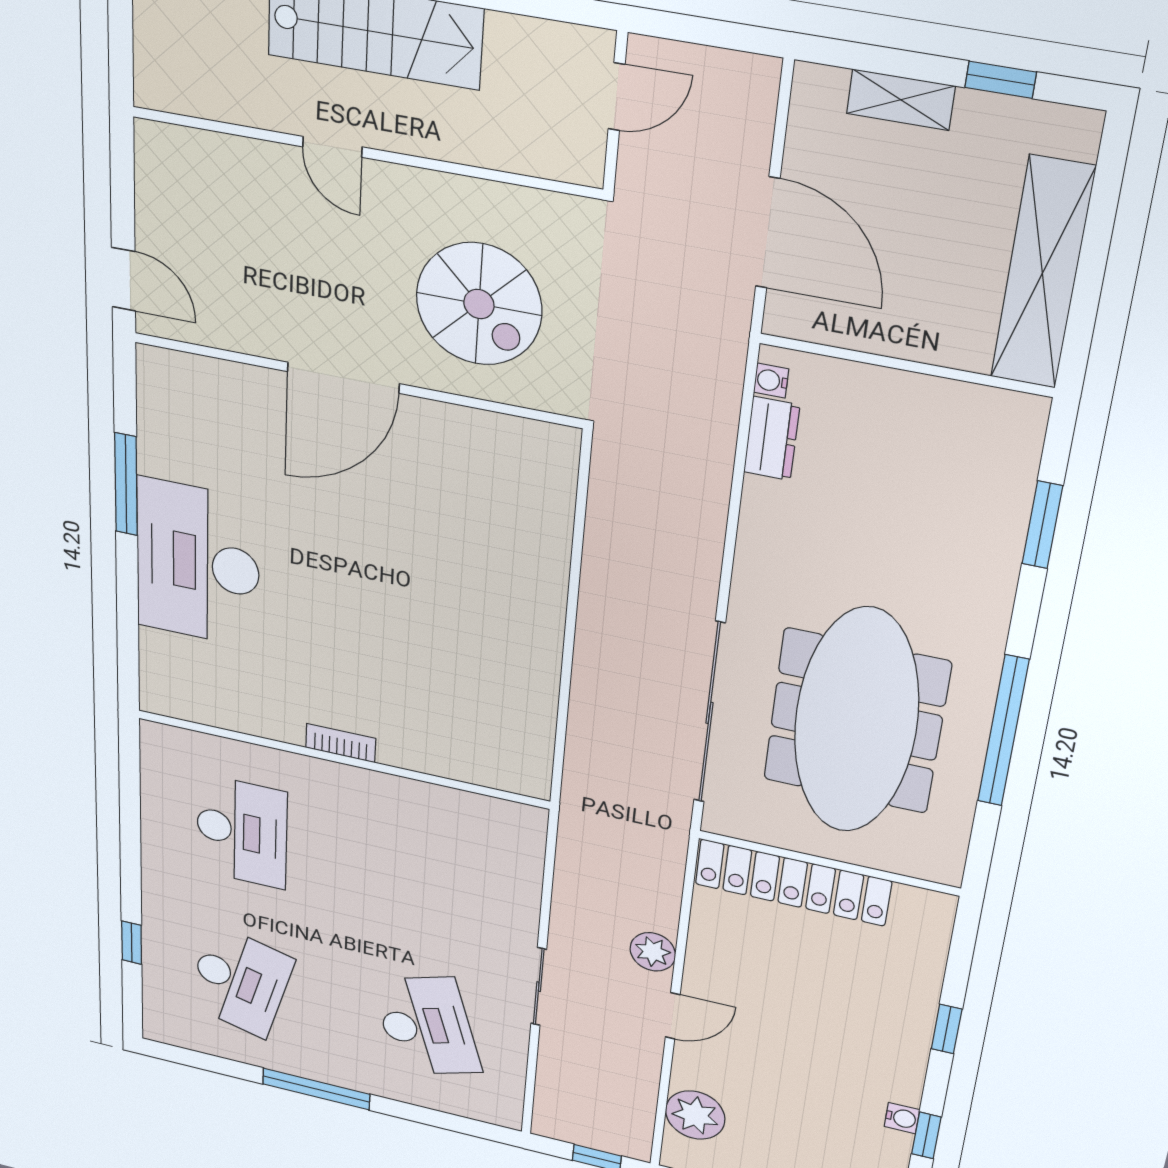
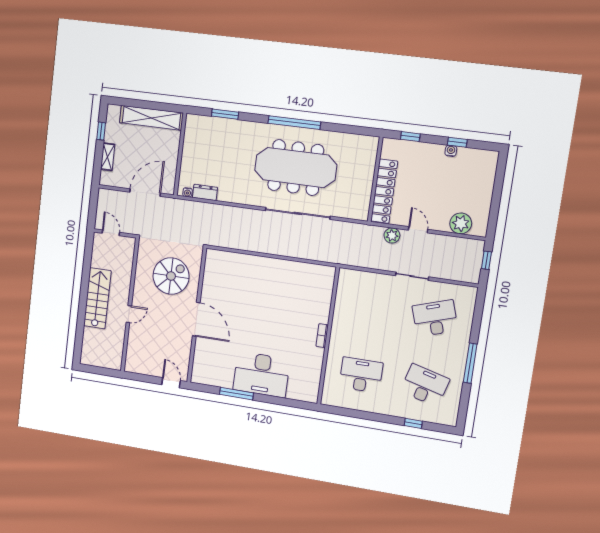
door: (124, 279) -> (171, 383), hinge flipped
wall: (829, 863) -> (375, 179), moved
locker: (793, 882) -> (384, 191), moved

